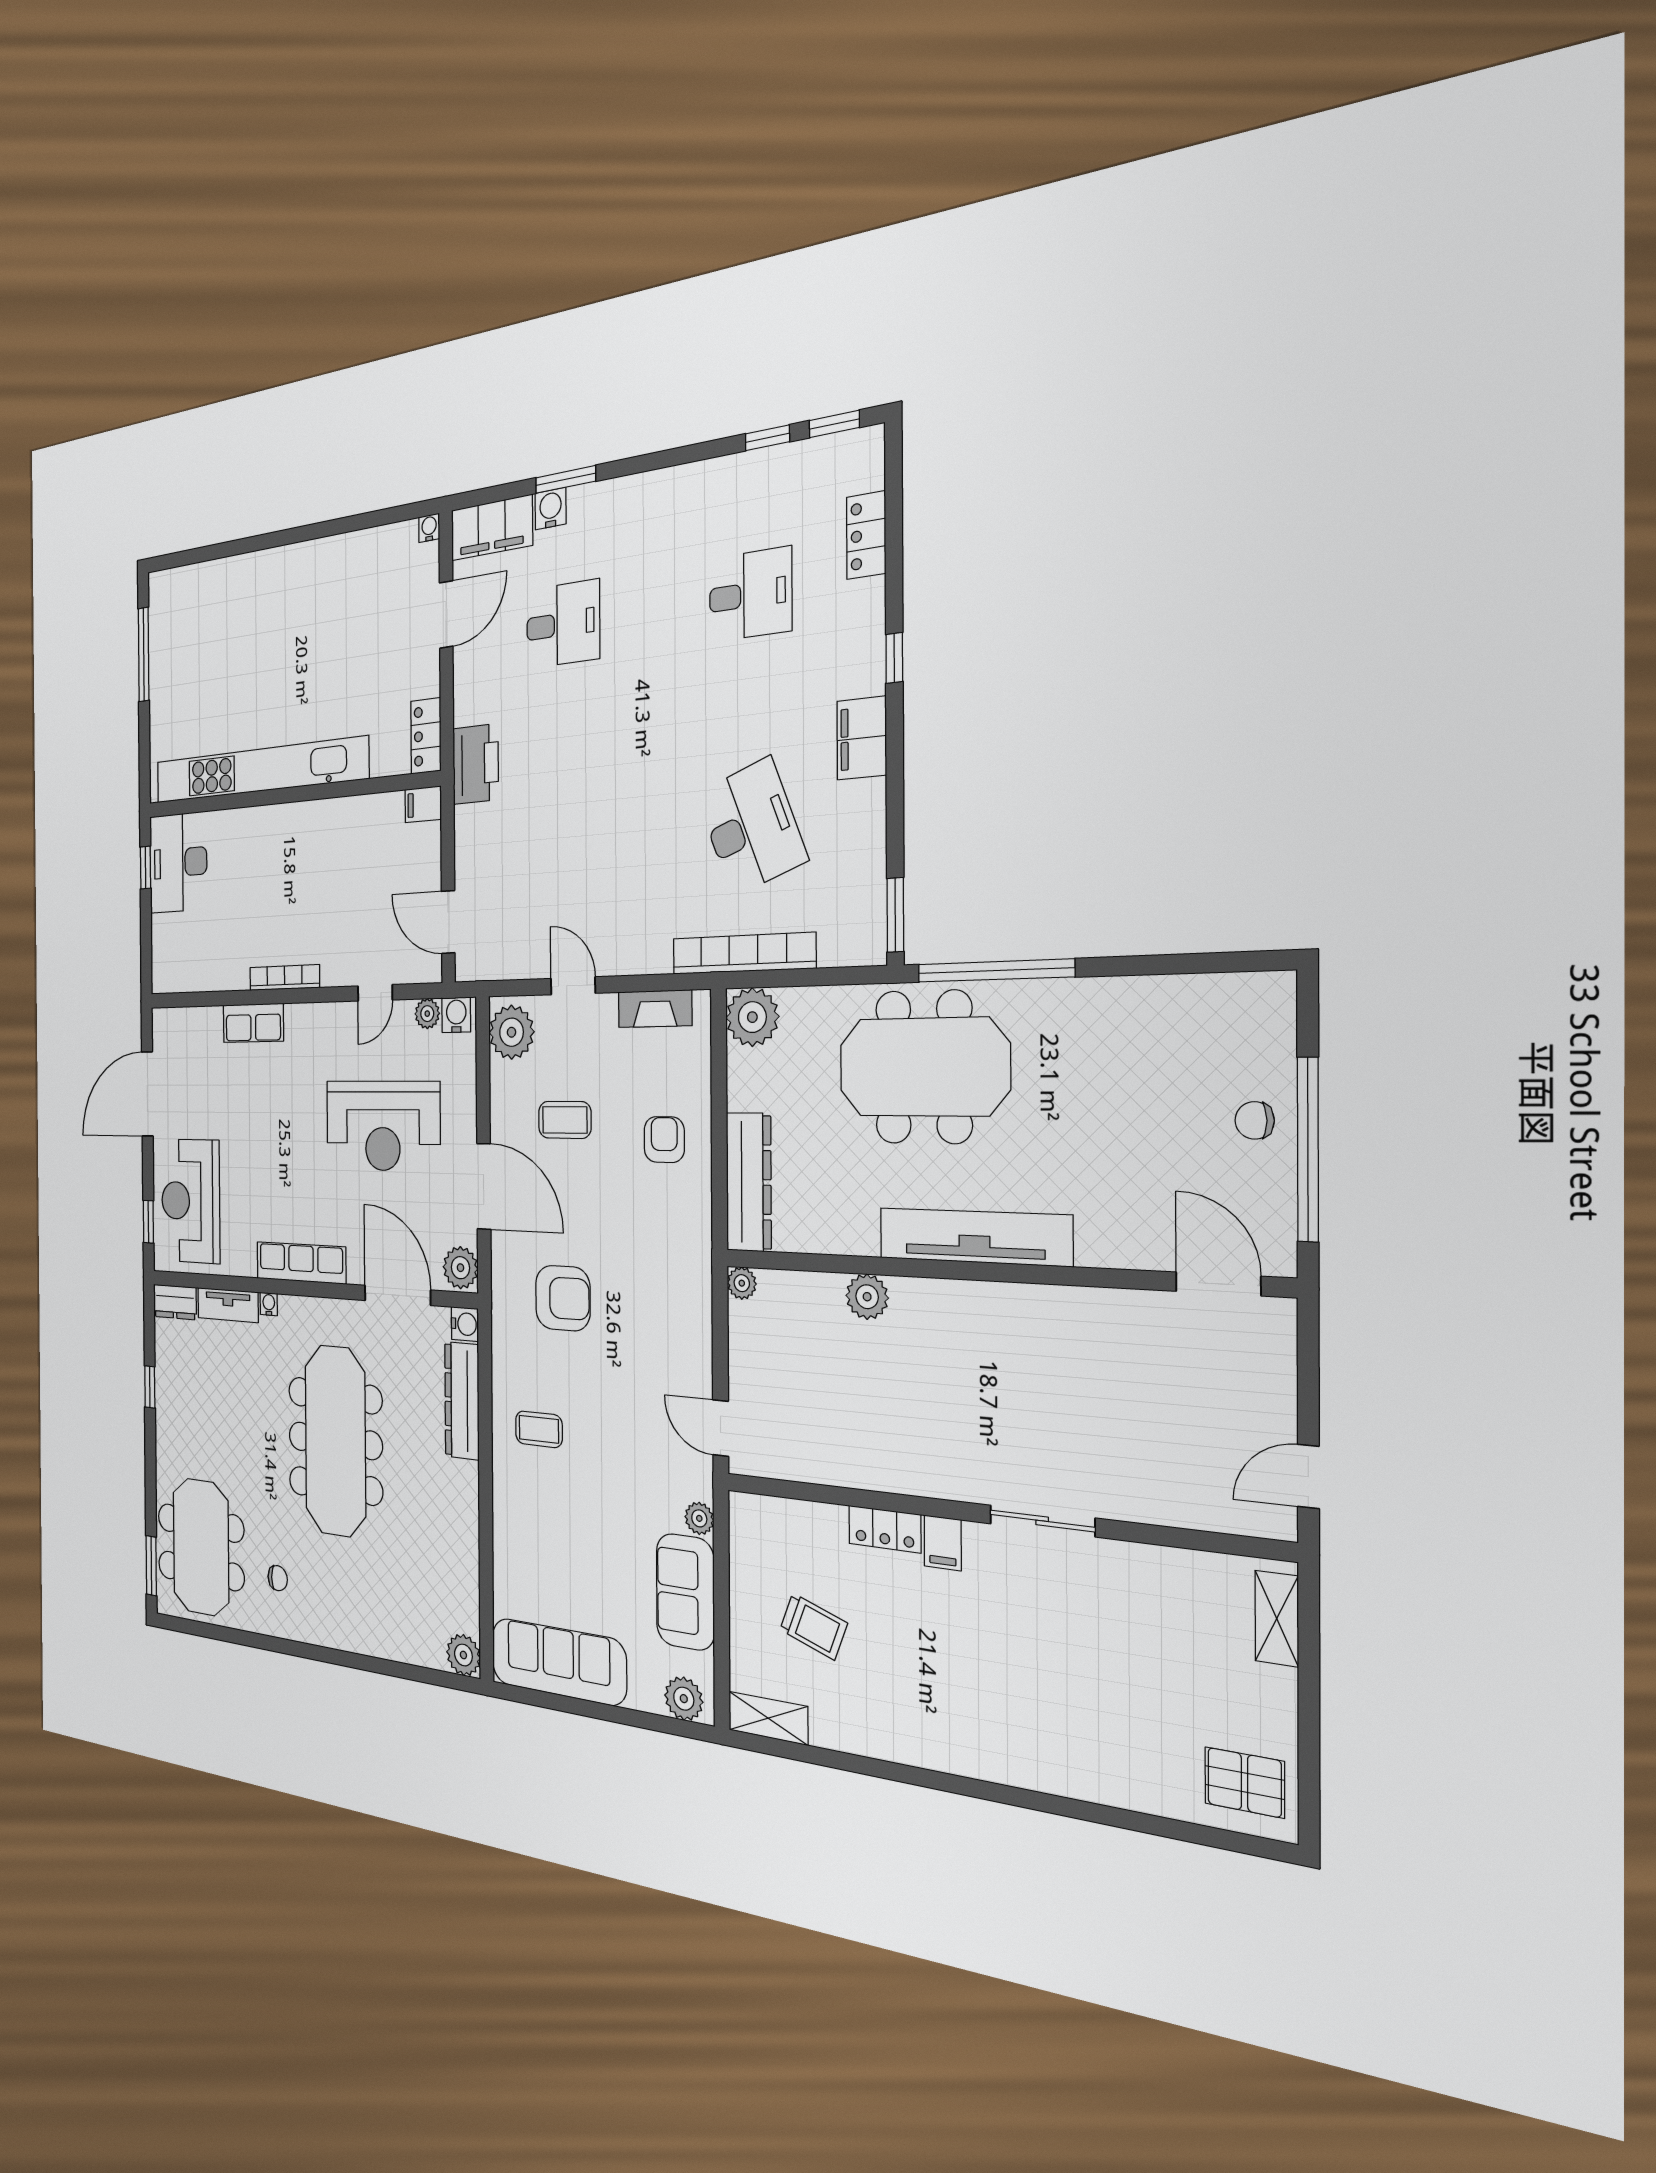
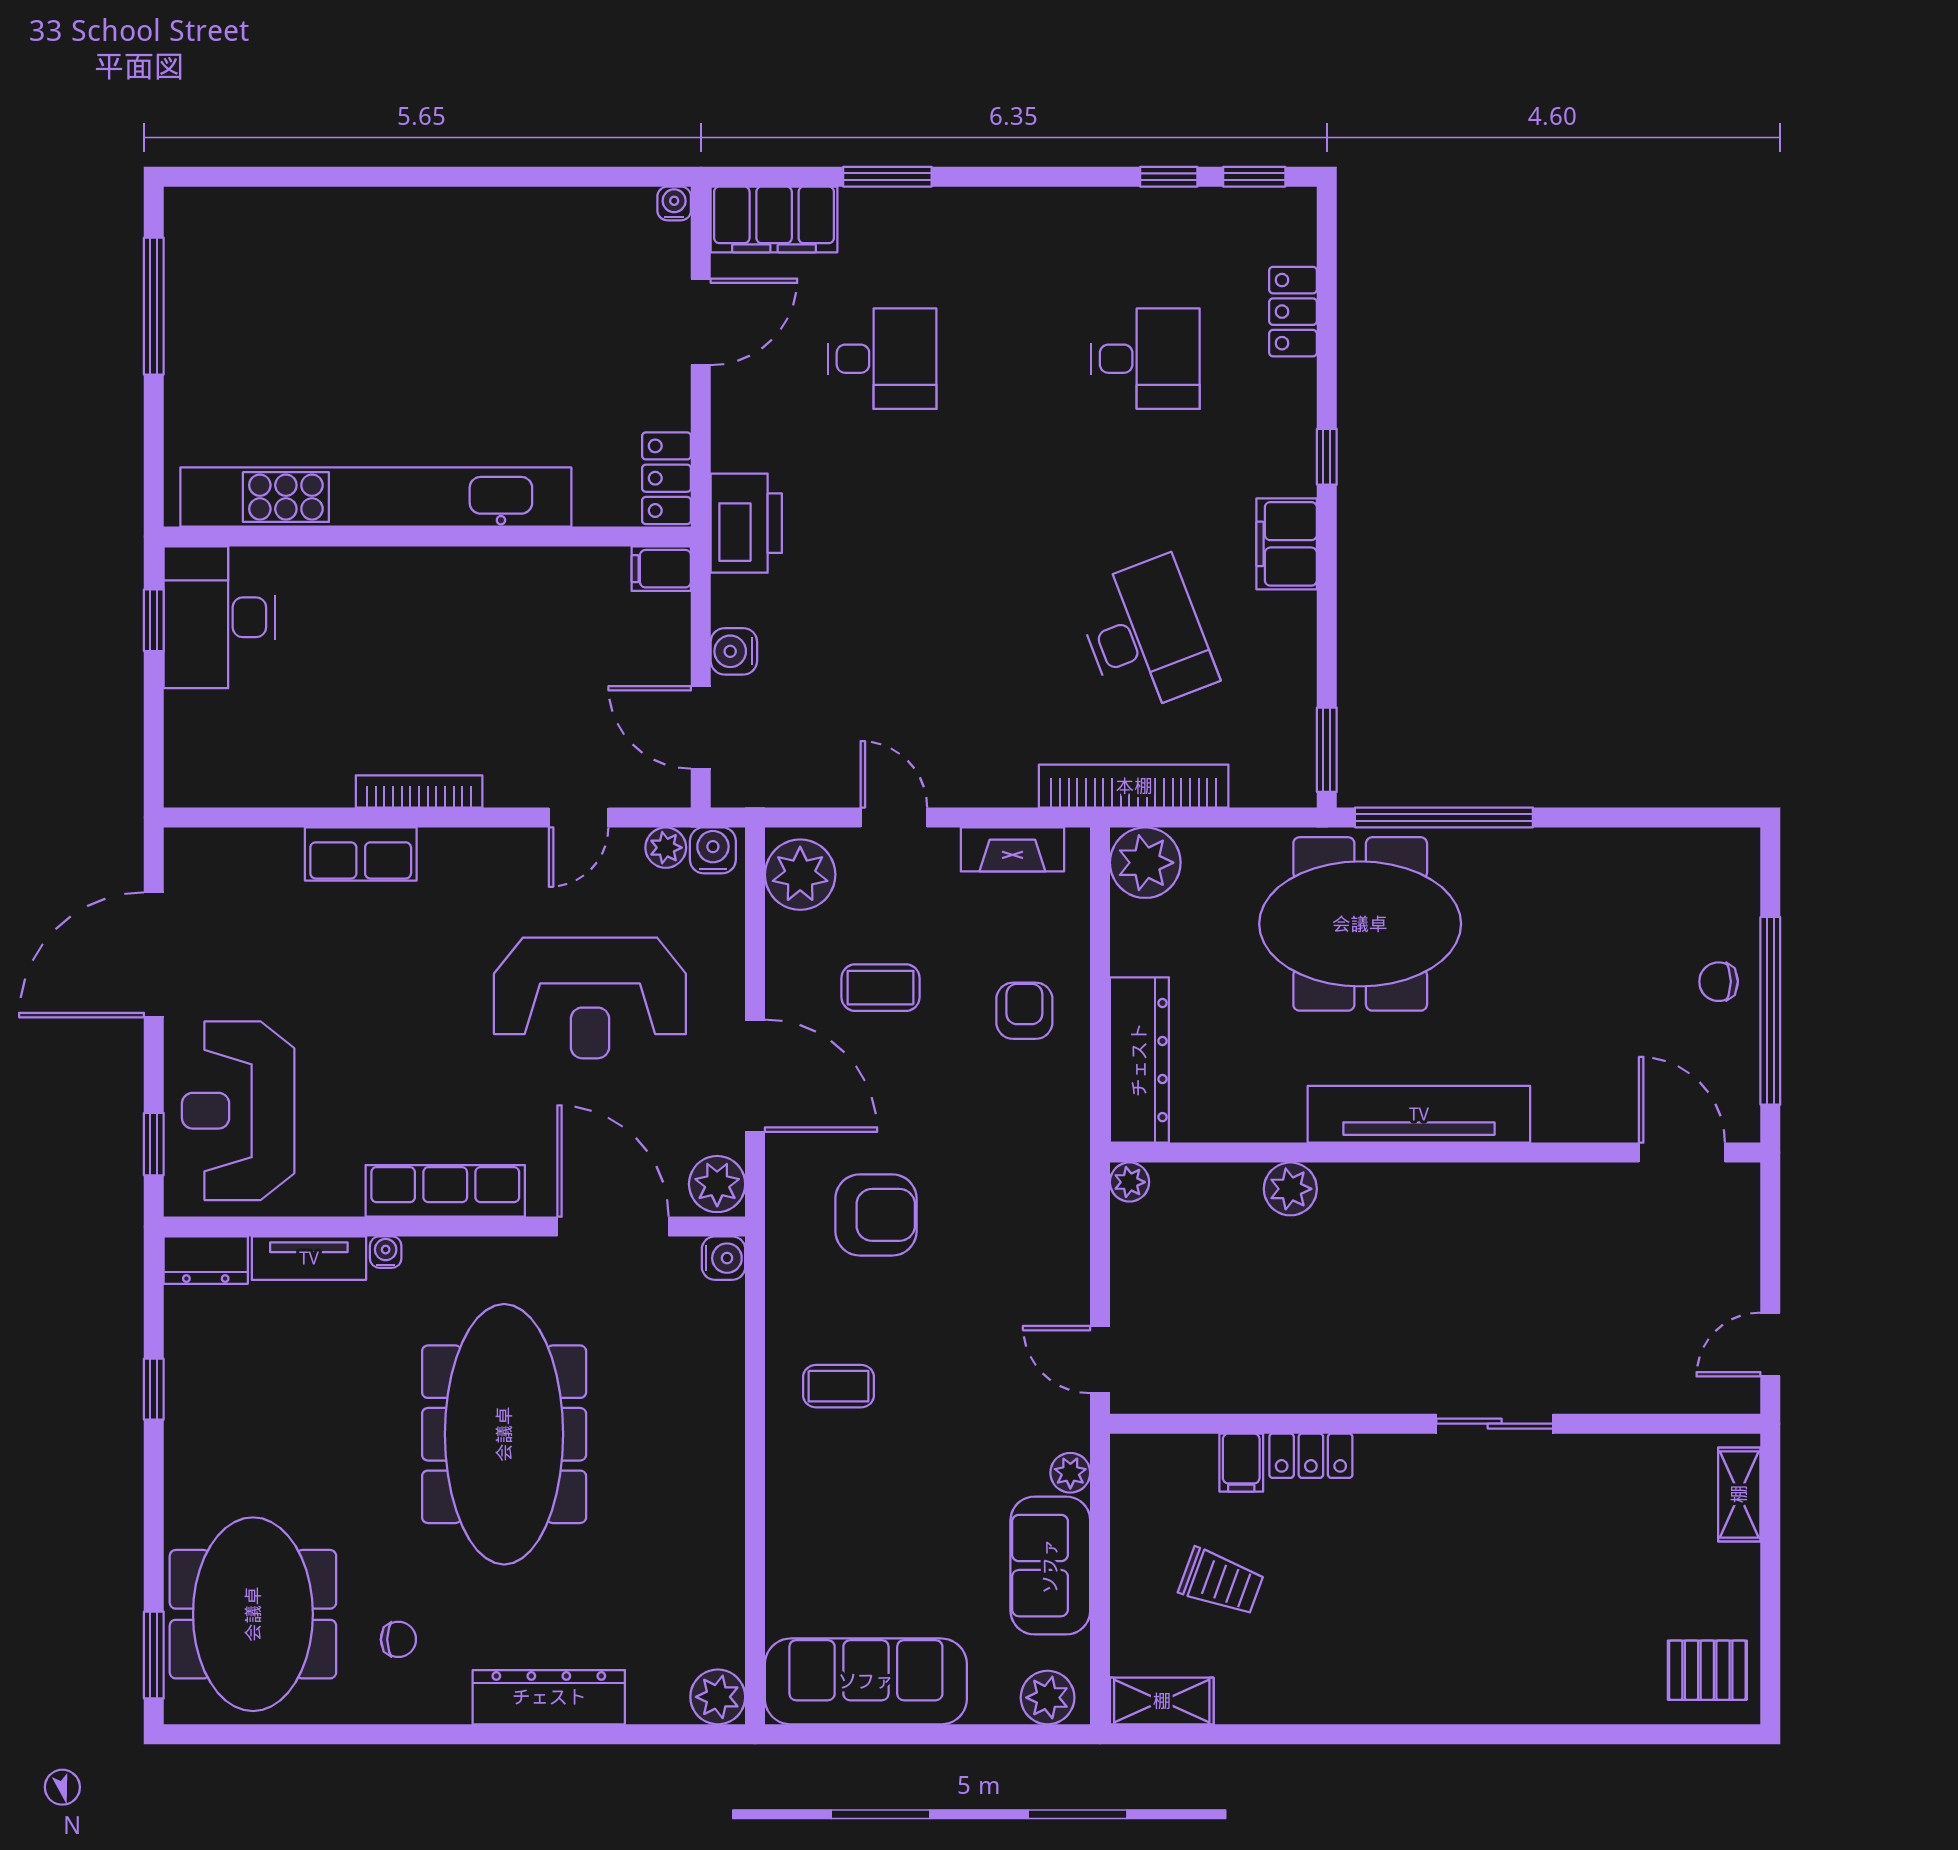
water cooler: (551, 509) -> (734, 651), moved, turned -90
dresser: (462, 1401) -> (549, 1697), moved, turned 90
filing cabinet: (943, 1543) -> (1241, 1463), moved

